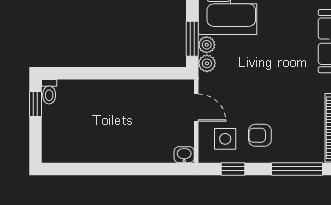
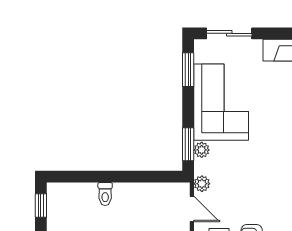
plant: (207, 63) -> (202, 184), moved
toilet: (49, 92) -> (105, 194), moved

